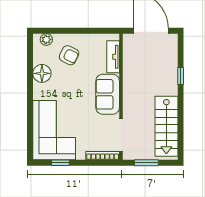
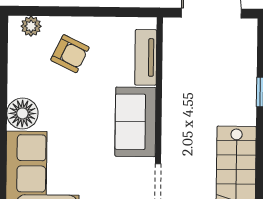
floor lamp: (42, 73) -> (22, 113), moved

